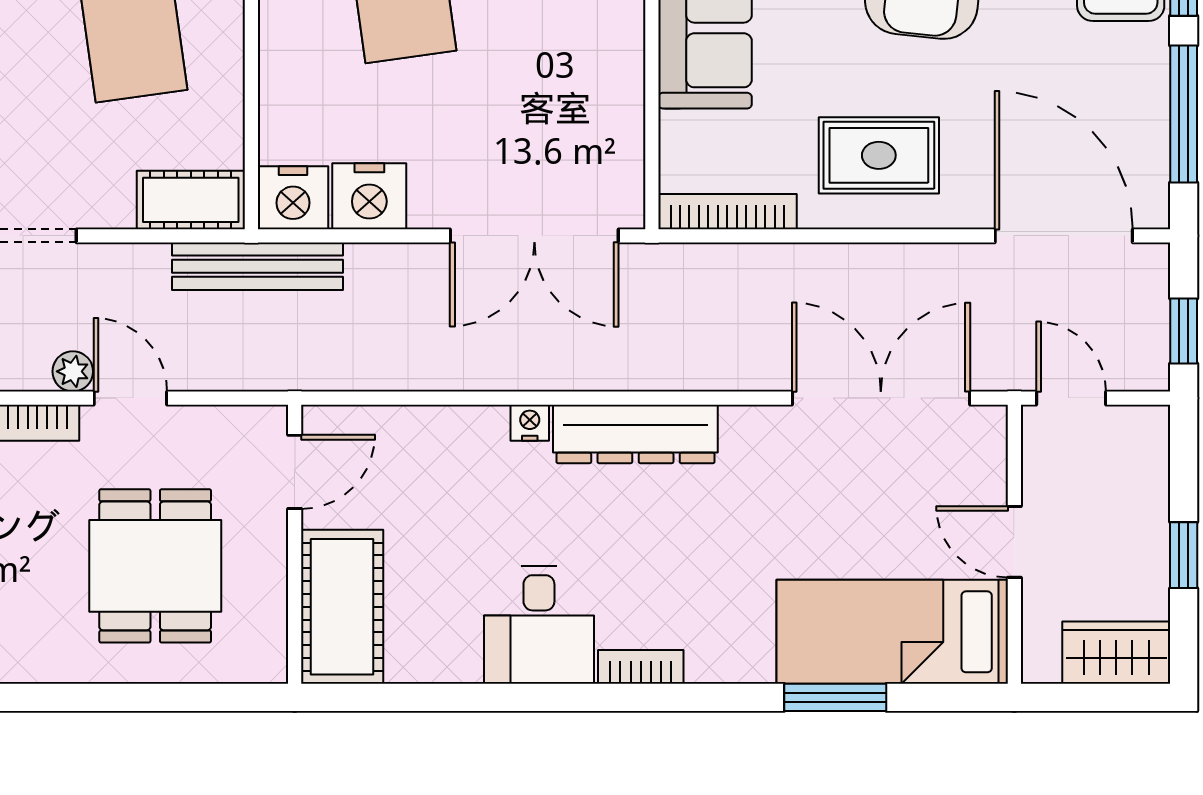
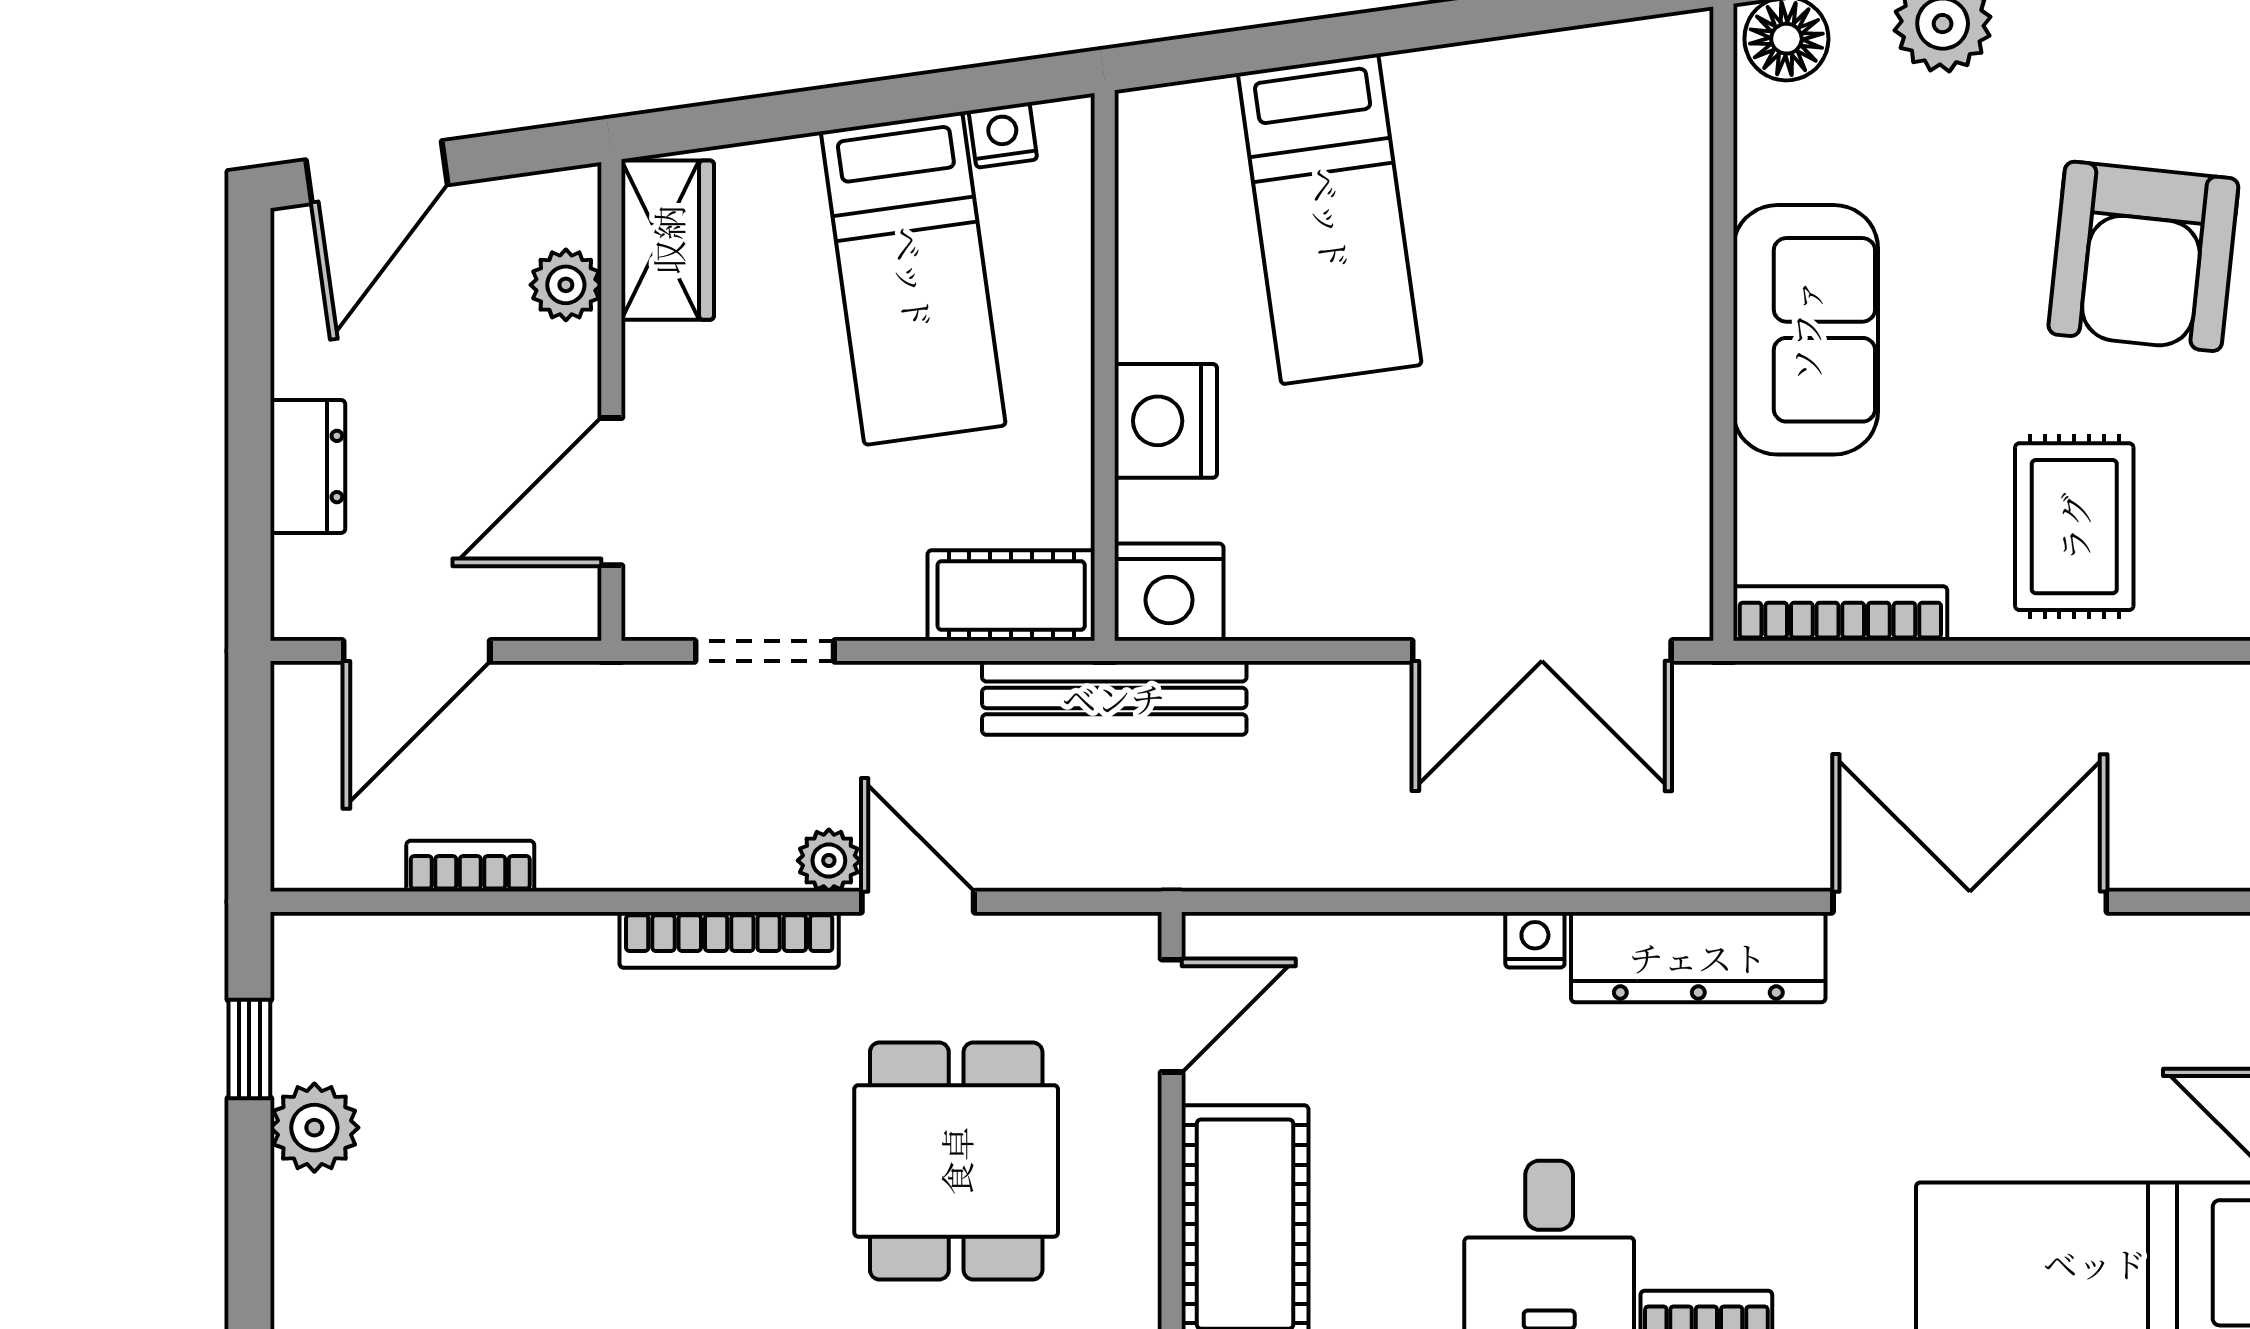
rug: (879, 155) -> (2074, 527), turned 90
nightstand: (369, 196) -> (1166, 421), moved, turned 90
double door: (881, 398) -> (1970, 902), moved

